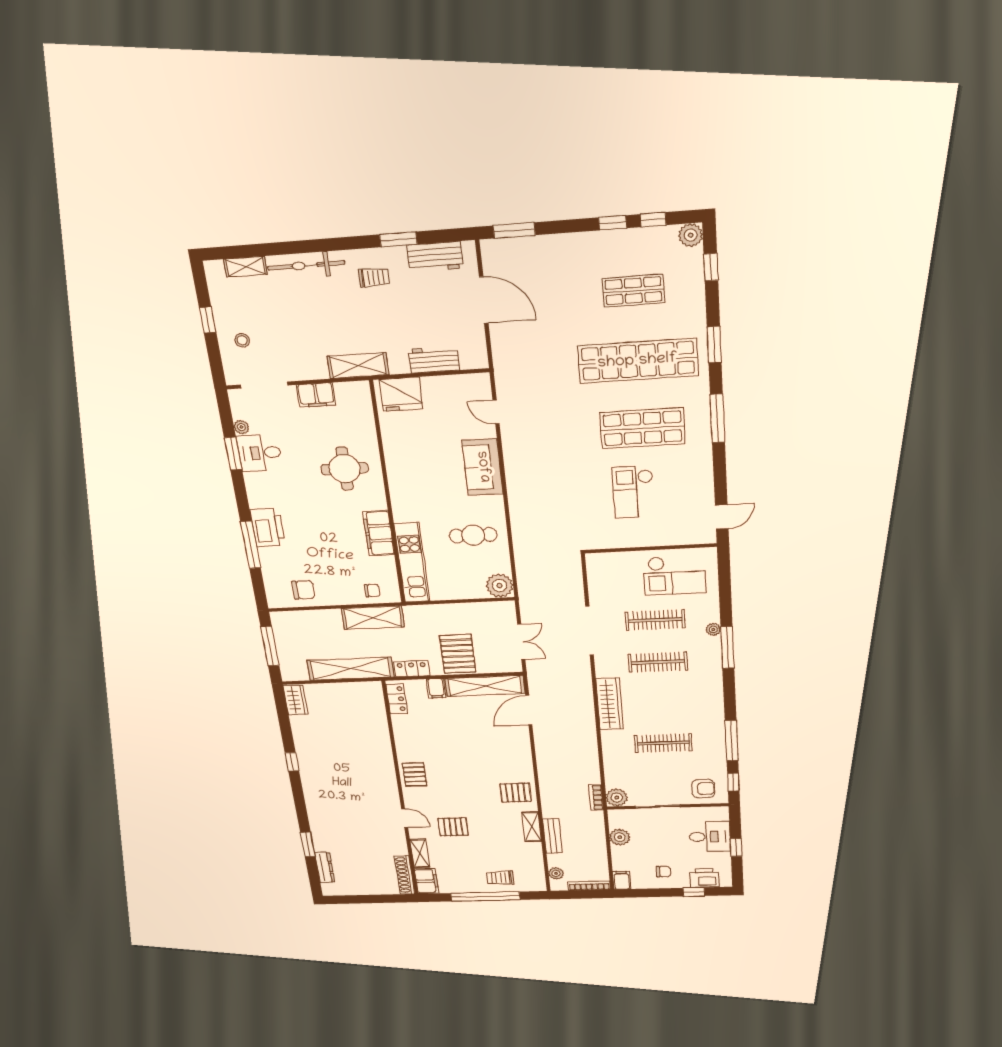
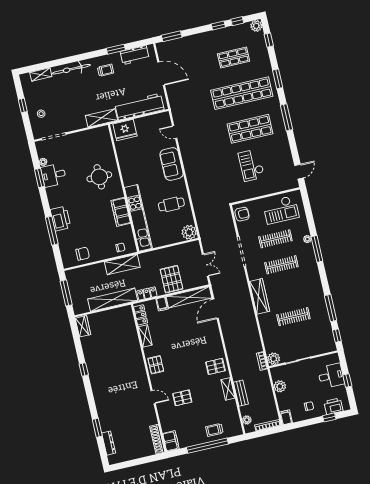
workbench: (434, 360) -> (139, 107), width x1.88, depth x1.32
filing cabinet: (316, 395) -> (81, 138), removed
kitchen unit: (412, 563) -> (138, 218), width x1.36
armchair: (703, 789) -> (242, 214), moved
shelving: (420, 853) -> (145, 336), moved

